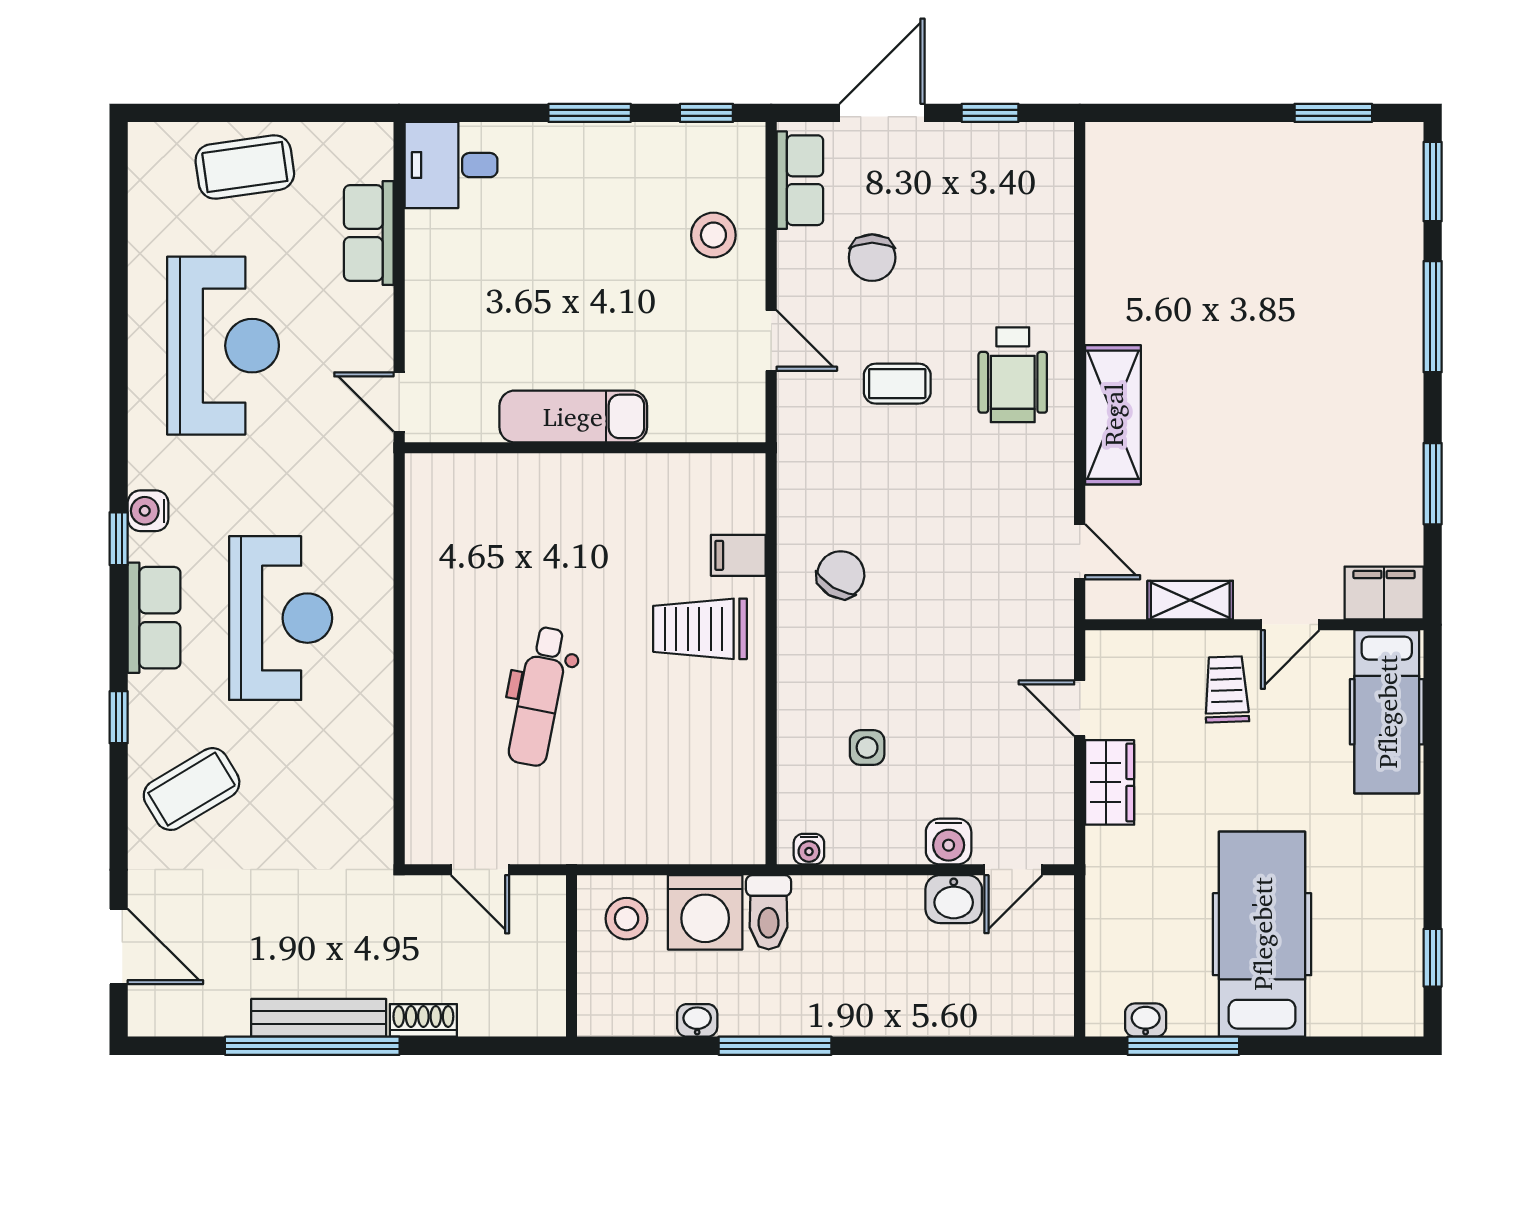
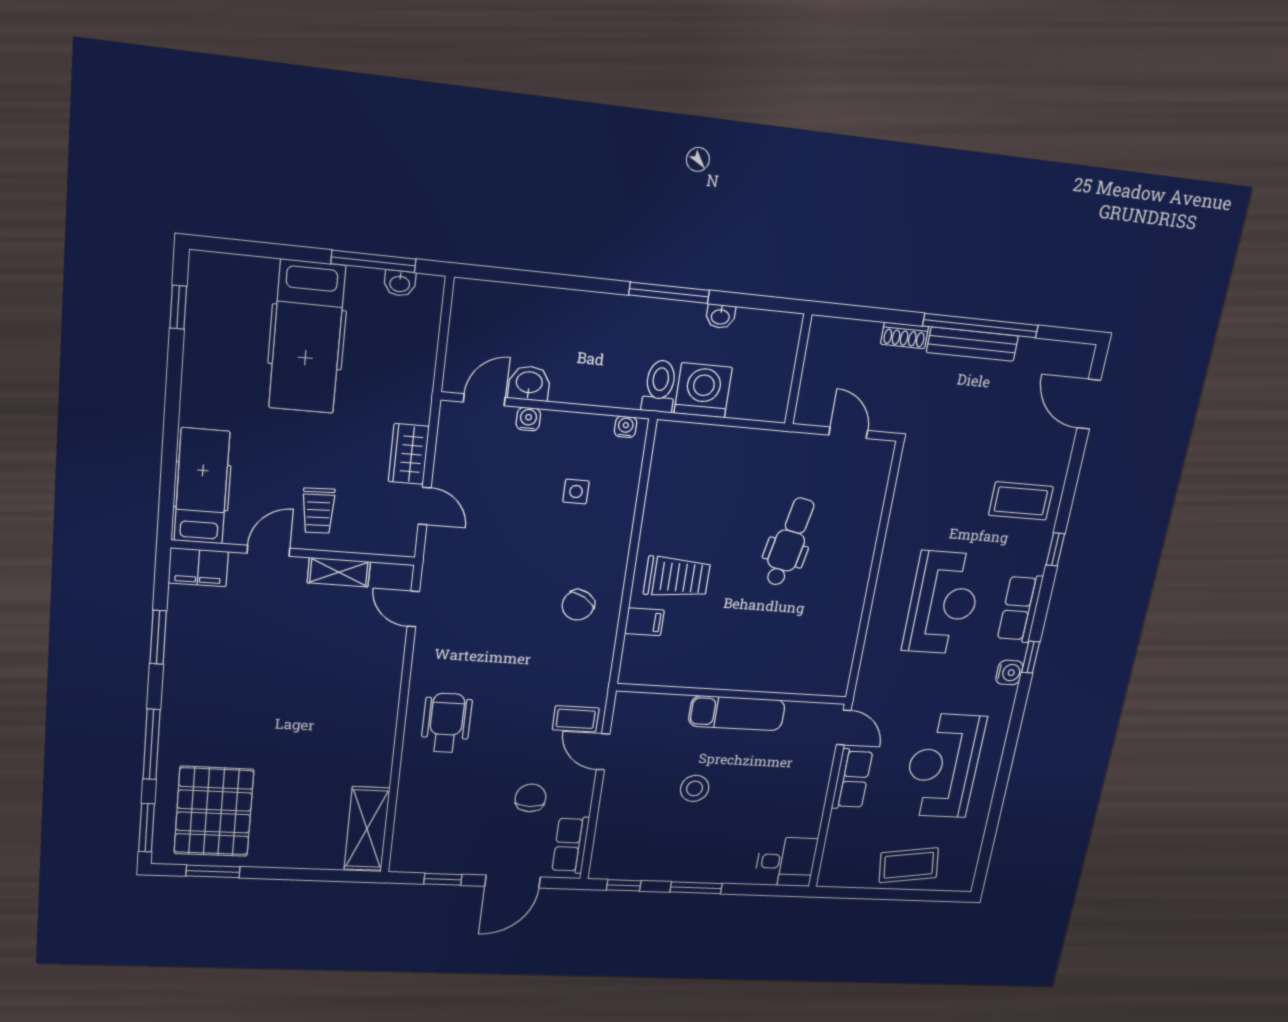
pallet: (1338, 213) -> (214, 812), added
row of seats: (369, 233) -> (852, 779), moved
stool: (713, 235) -> (695, 788), moved
coffee table: (897, 384) -> (576, 719), moved
shelving: (1113, 415) -> (367, 829), moved
reception desk: (281, 618) -> (943, 603), turned 180
coffee table: (192, 789) -> (1021, 501), turned 31
water cooler: (949, 842) -> (528, 419), width x0.72, depth x0.72
stool: (627, 919) -> (757, 391), removed

